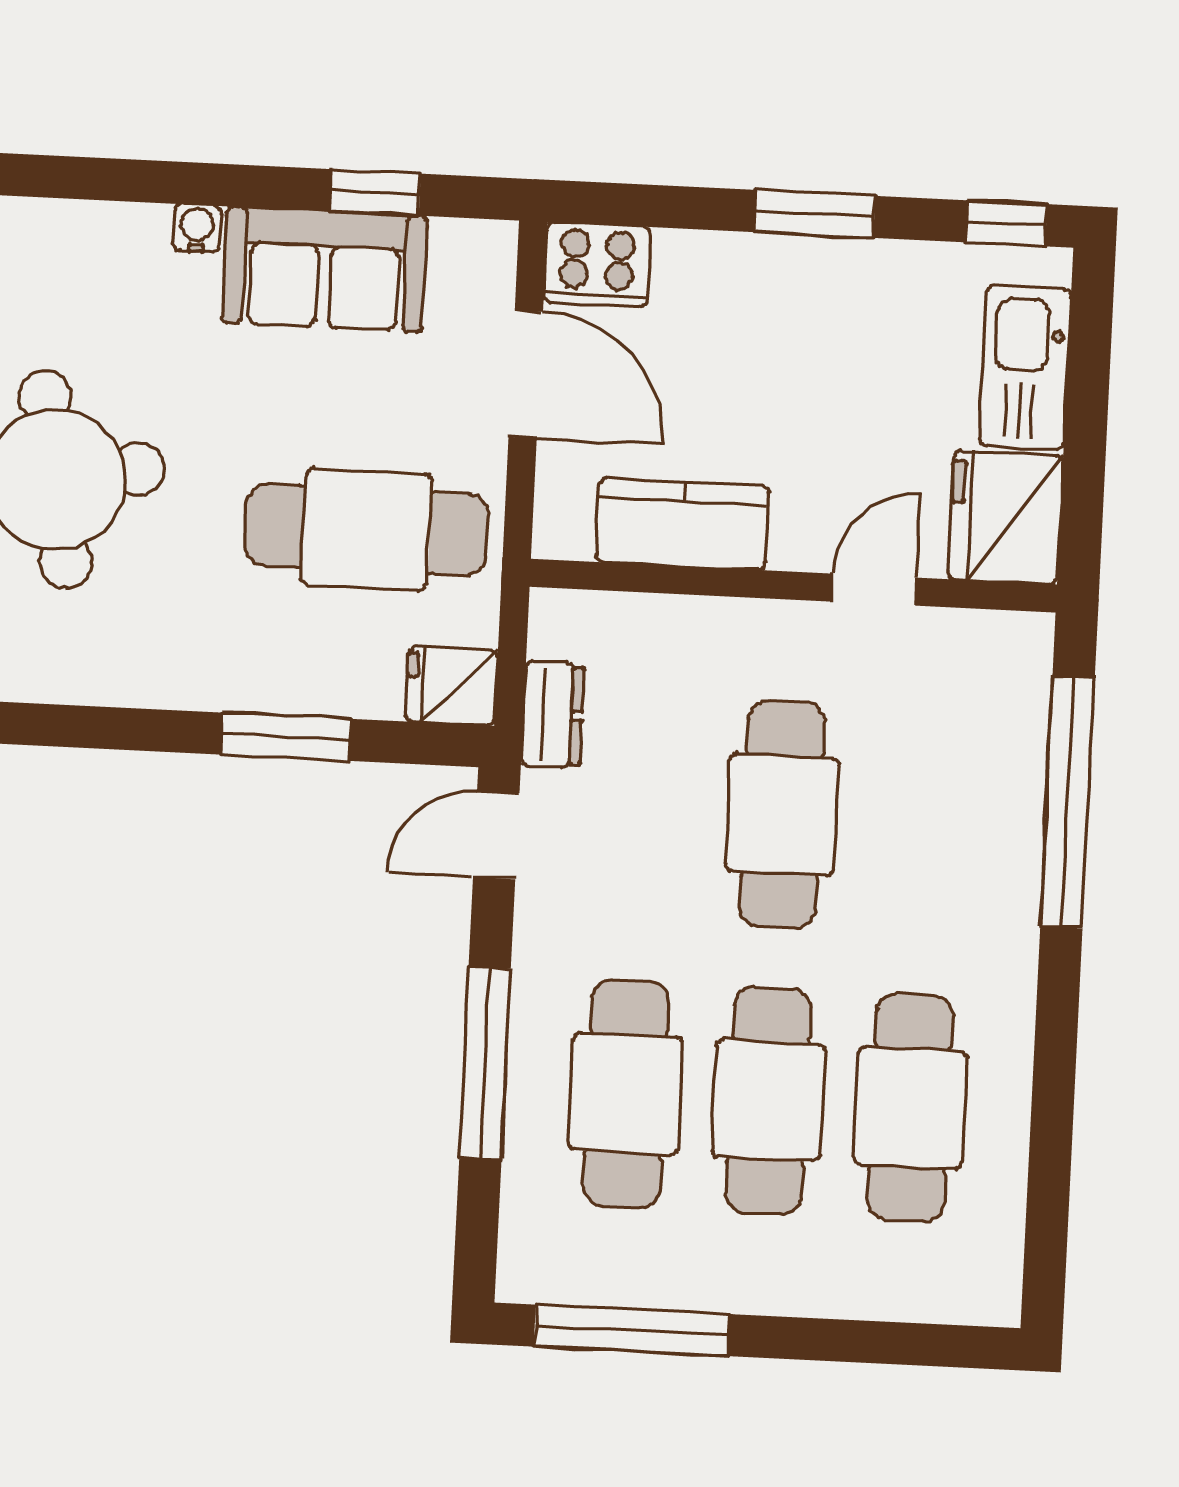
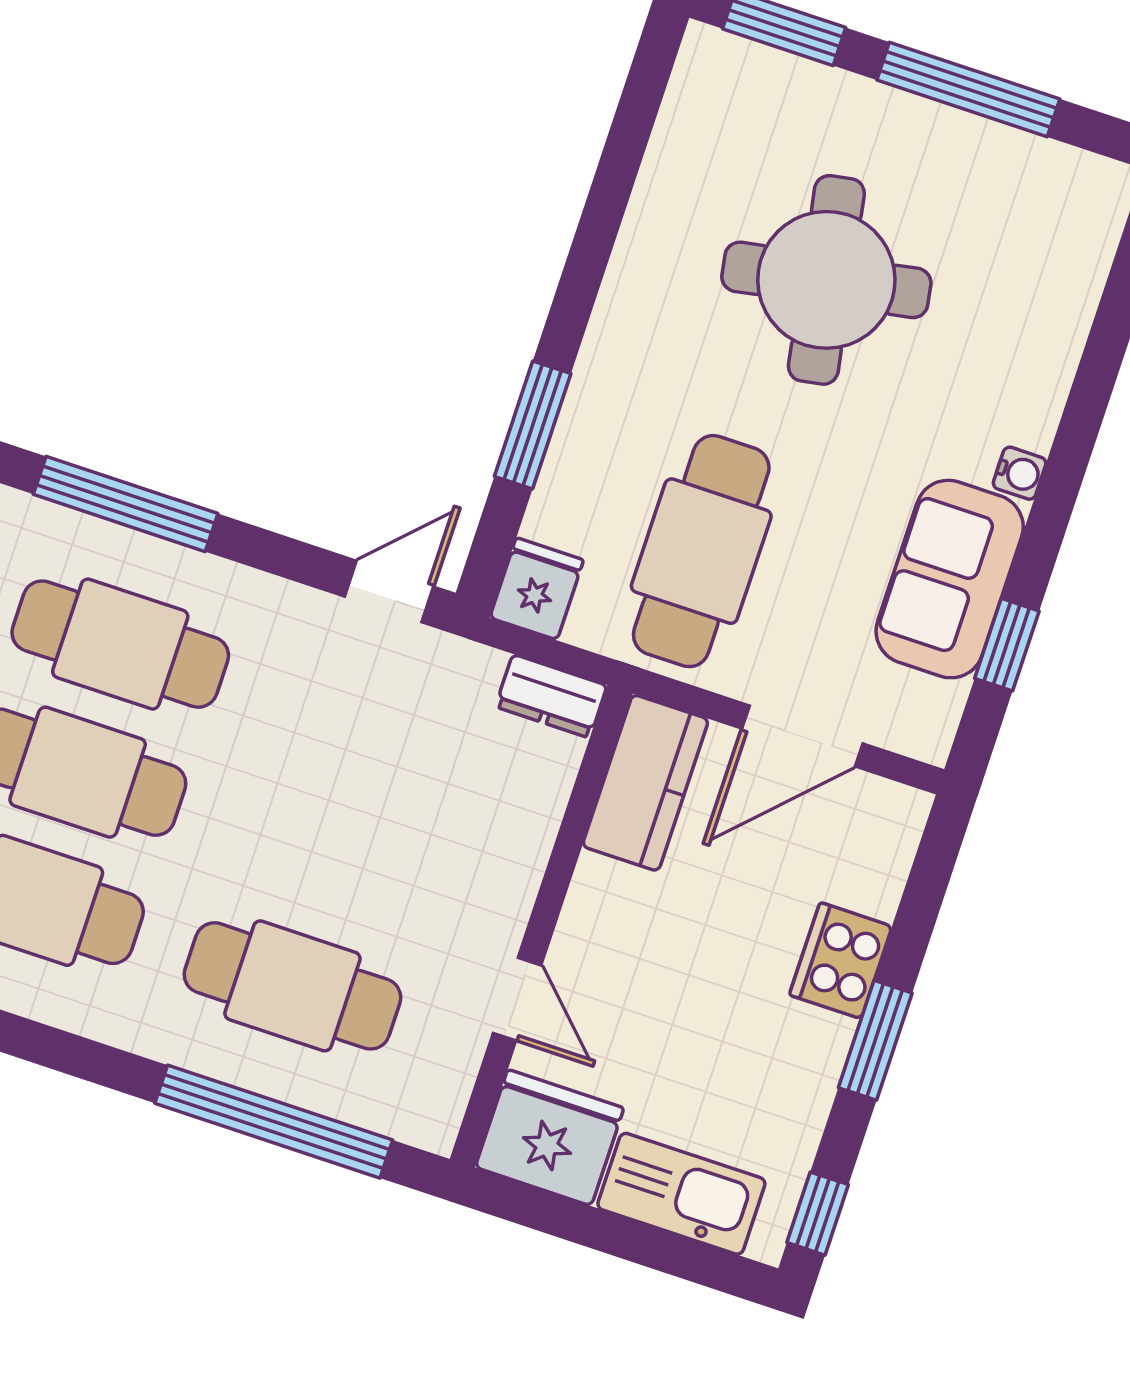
cooker: (597, 265) -> (841, 961), moved
kitchen counter: (683, 524) -> (645, 783), moved
dresser: (553, 715) -> (551, 696), moved
cafe table: (782, 815) -> (292, 986), moved
door: (496, 835) -> (389, 592), hinge flipped
window: (485, 1063) -> (126, 504), moved

